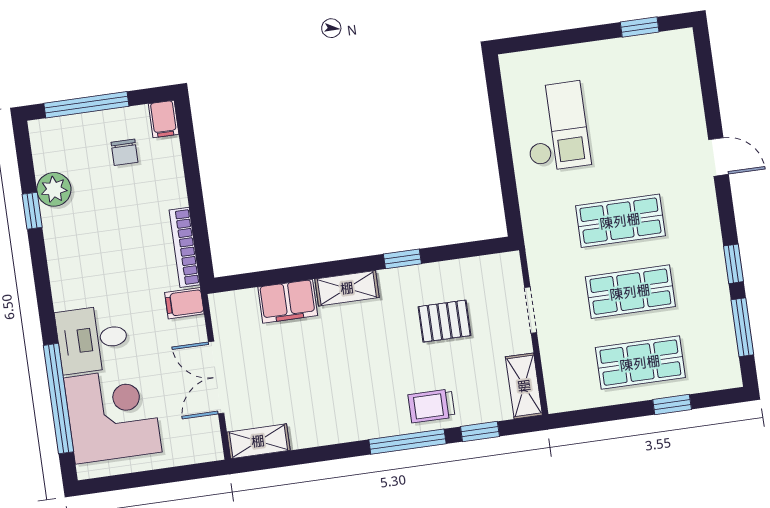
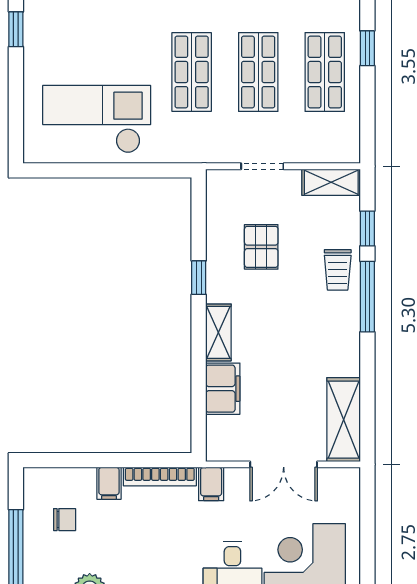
filing cabinet: (164, 119) -> (109, 483), moved, turned 90
checkout: (556, 127) -> (97, 119), width x1.36, depth x1.21
shelving: (258, 441) -> (344, 420), width x1.50, depth x1.33

